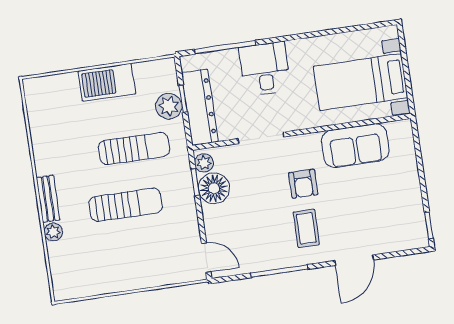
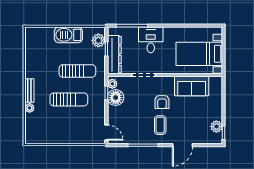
plant: (169, 106) -> (98, 40), moved
plant: (414, 216) -> (216, 127), added

